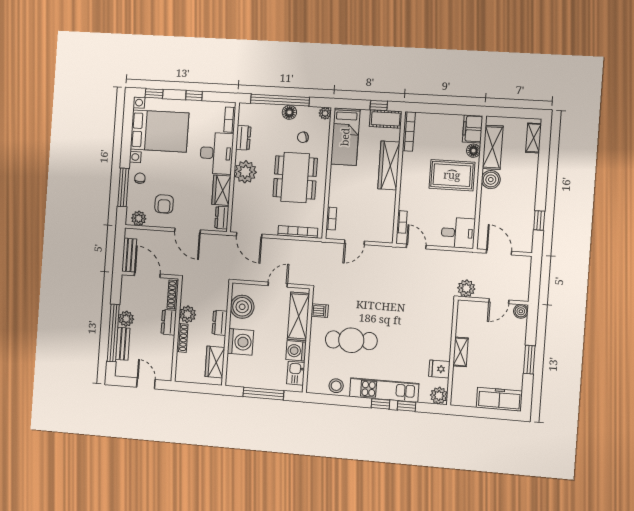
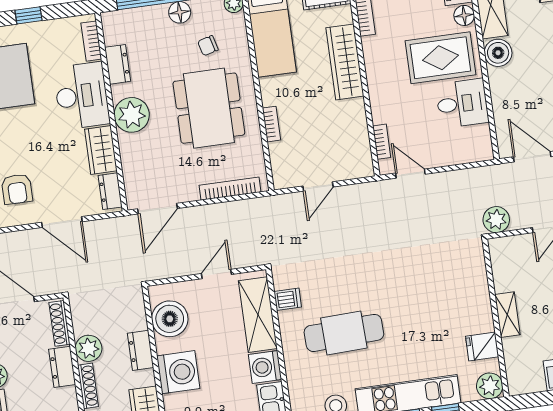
bookcase: (331, 219) -> (271, 124), moved
desk: (458, 233) -> (462, 103), moved
door: (249, 235) -> (157, 209), hinge flipped

